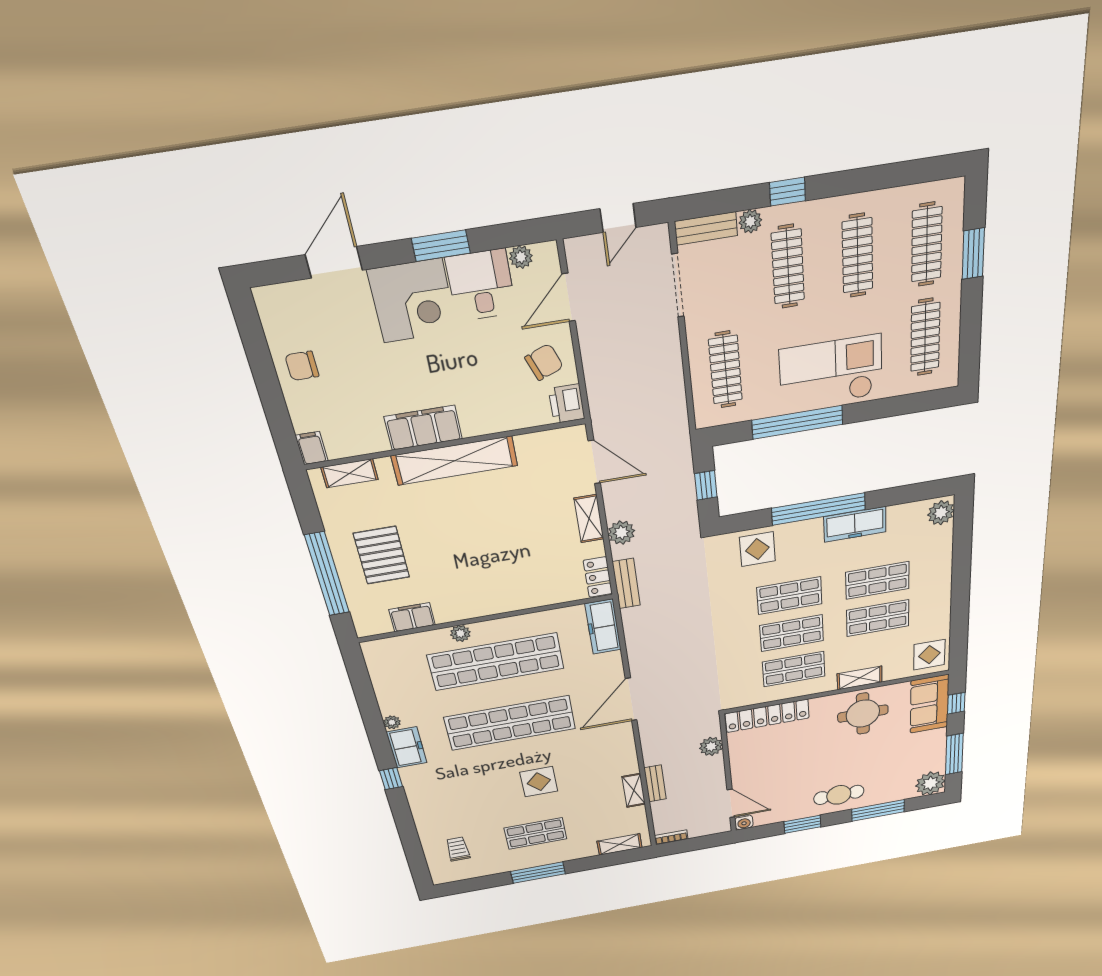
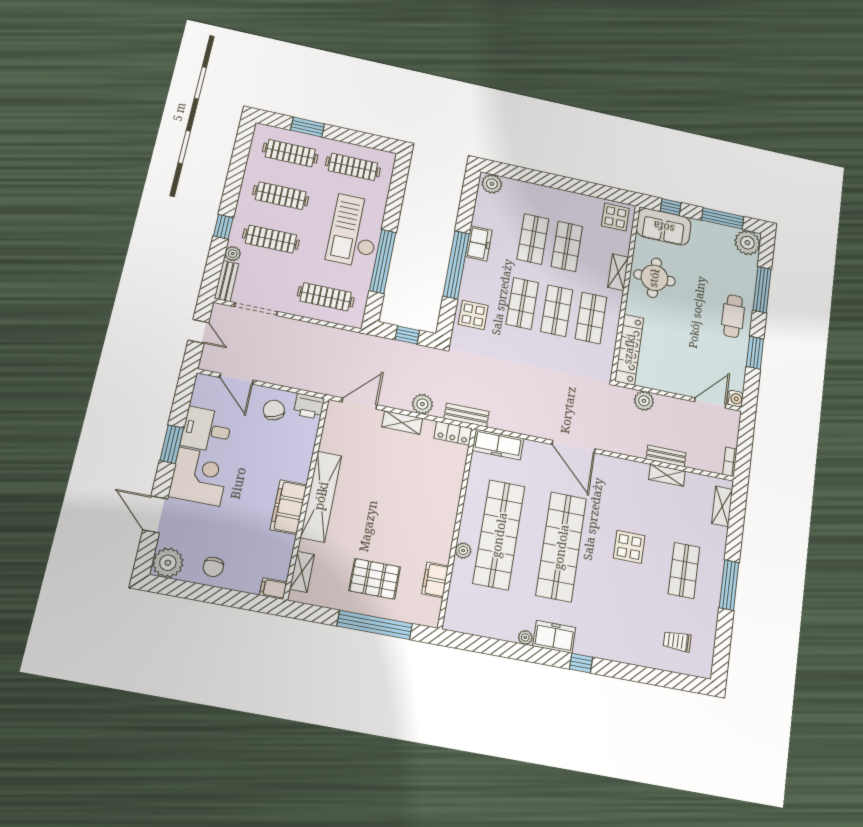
plant: (521, 257) -> (168, 563), moved, width x1.88, depth x1.88
freezer: (855, 524) -> (479, 243), width x0.71

